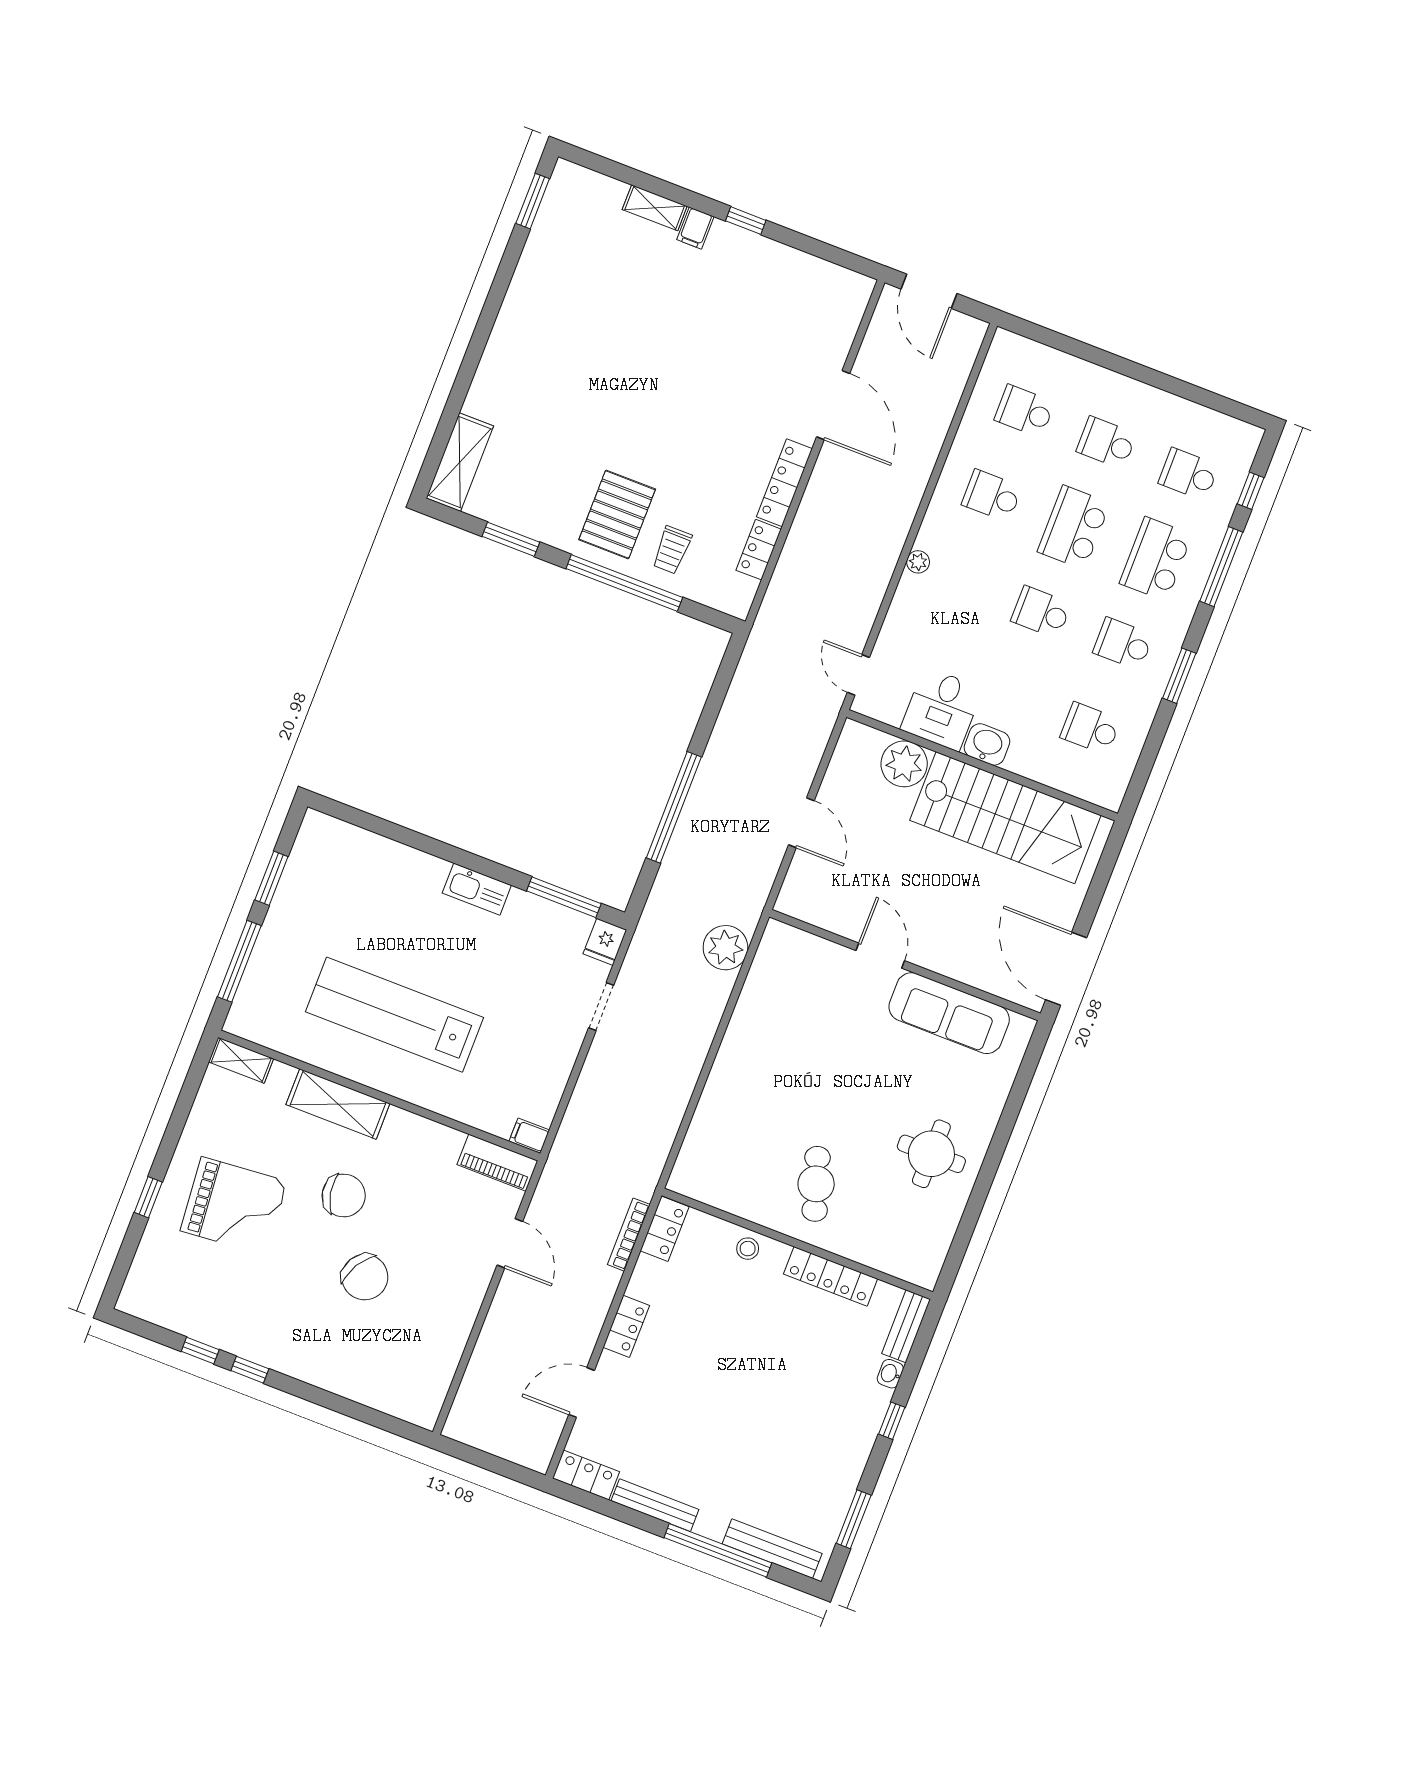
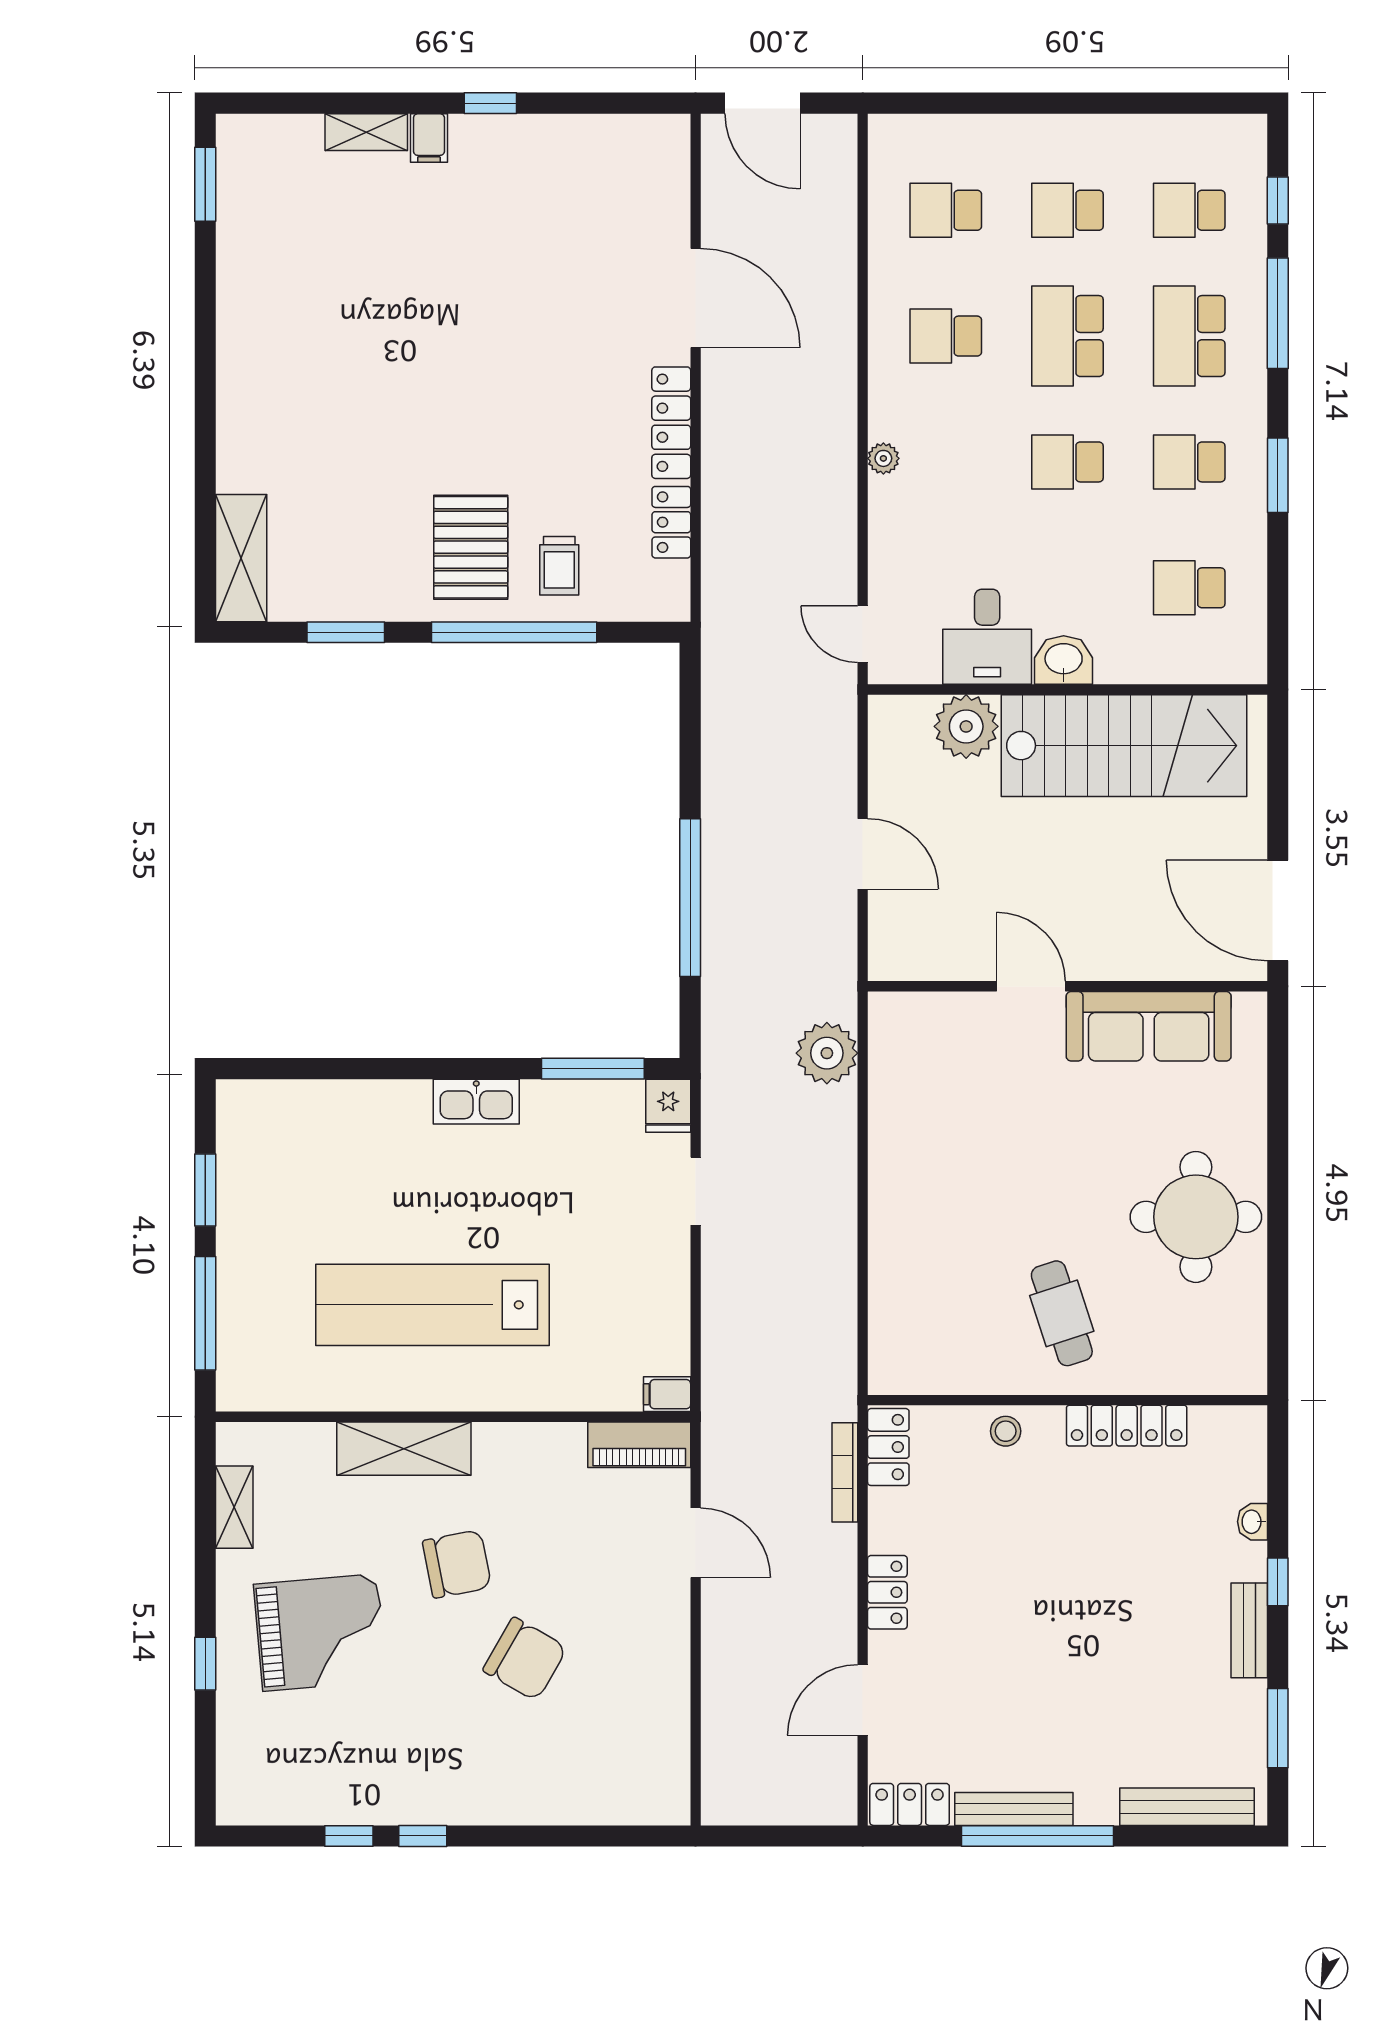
shelving: (241, 1060) -> (234, 1507), moved, turned 90
round table: (931, 1154) -> (1196, 1217), width x1.36, depth x1.36
bench: (906, 1326) -> (1249, 1630), moved
window: (718, 1550) -> (1038, 1836), moved

